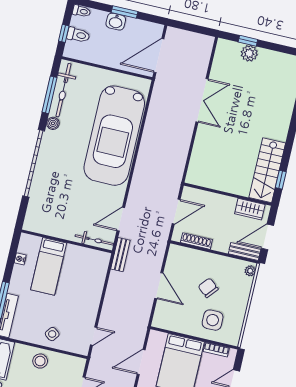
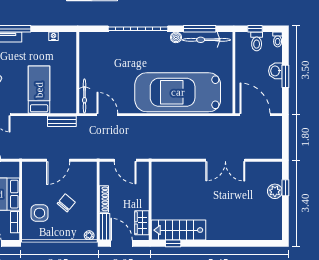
shoe rack: (196, 241) -> (104, 199), moved
bench: (120, 255) -> (62, 121), moved
bed: (49, 266) -> (39, 90), moved, turned 90

